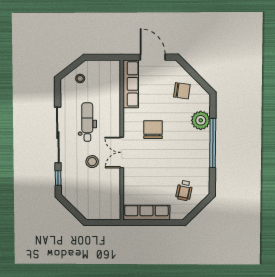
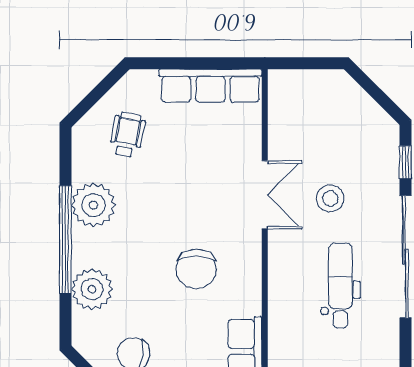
dental chair: (87, 122) -> (340, 285), turned 180
double door: (122, 152) -> (265, 195), moved
plant: (200, 159) -> (93, 205), added

